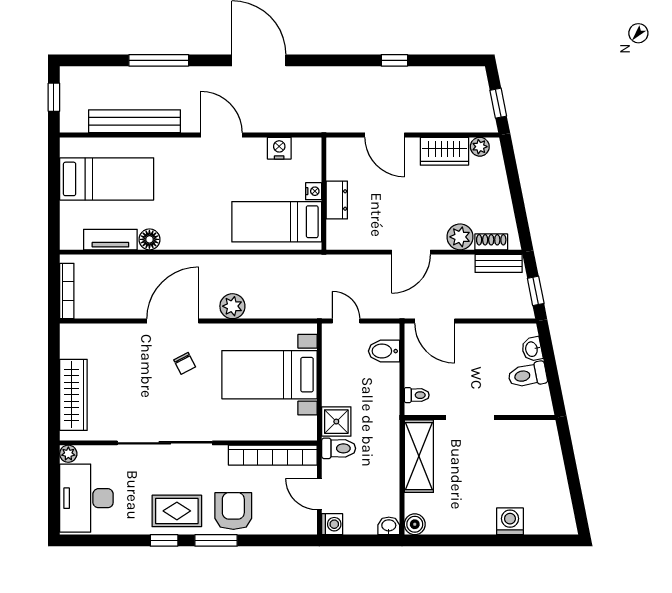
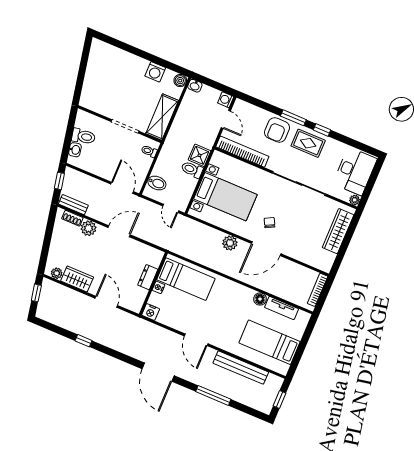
nightstand: (279, 148) -> (151, 312), moved
toilet: (339, 448) -> (192, 170), moved
washing machine: (510, 521) -> (155, 72), moved

